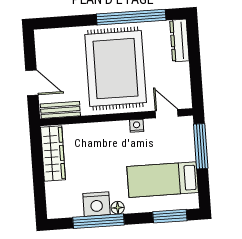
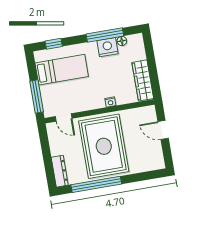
bench: (60, 110) -> (141, 112), removed
nightstand: (137, 126) -> (110, 102), moved
floor lamp: (118, 208) -> (122, 41), moved
window: (170, 216) -> (54, 44), width x0.67

